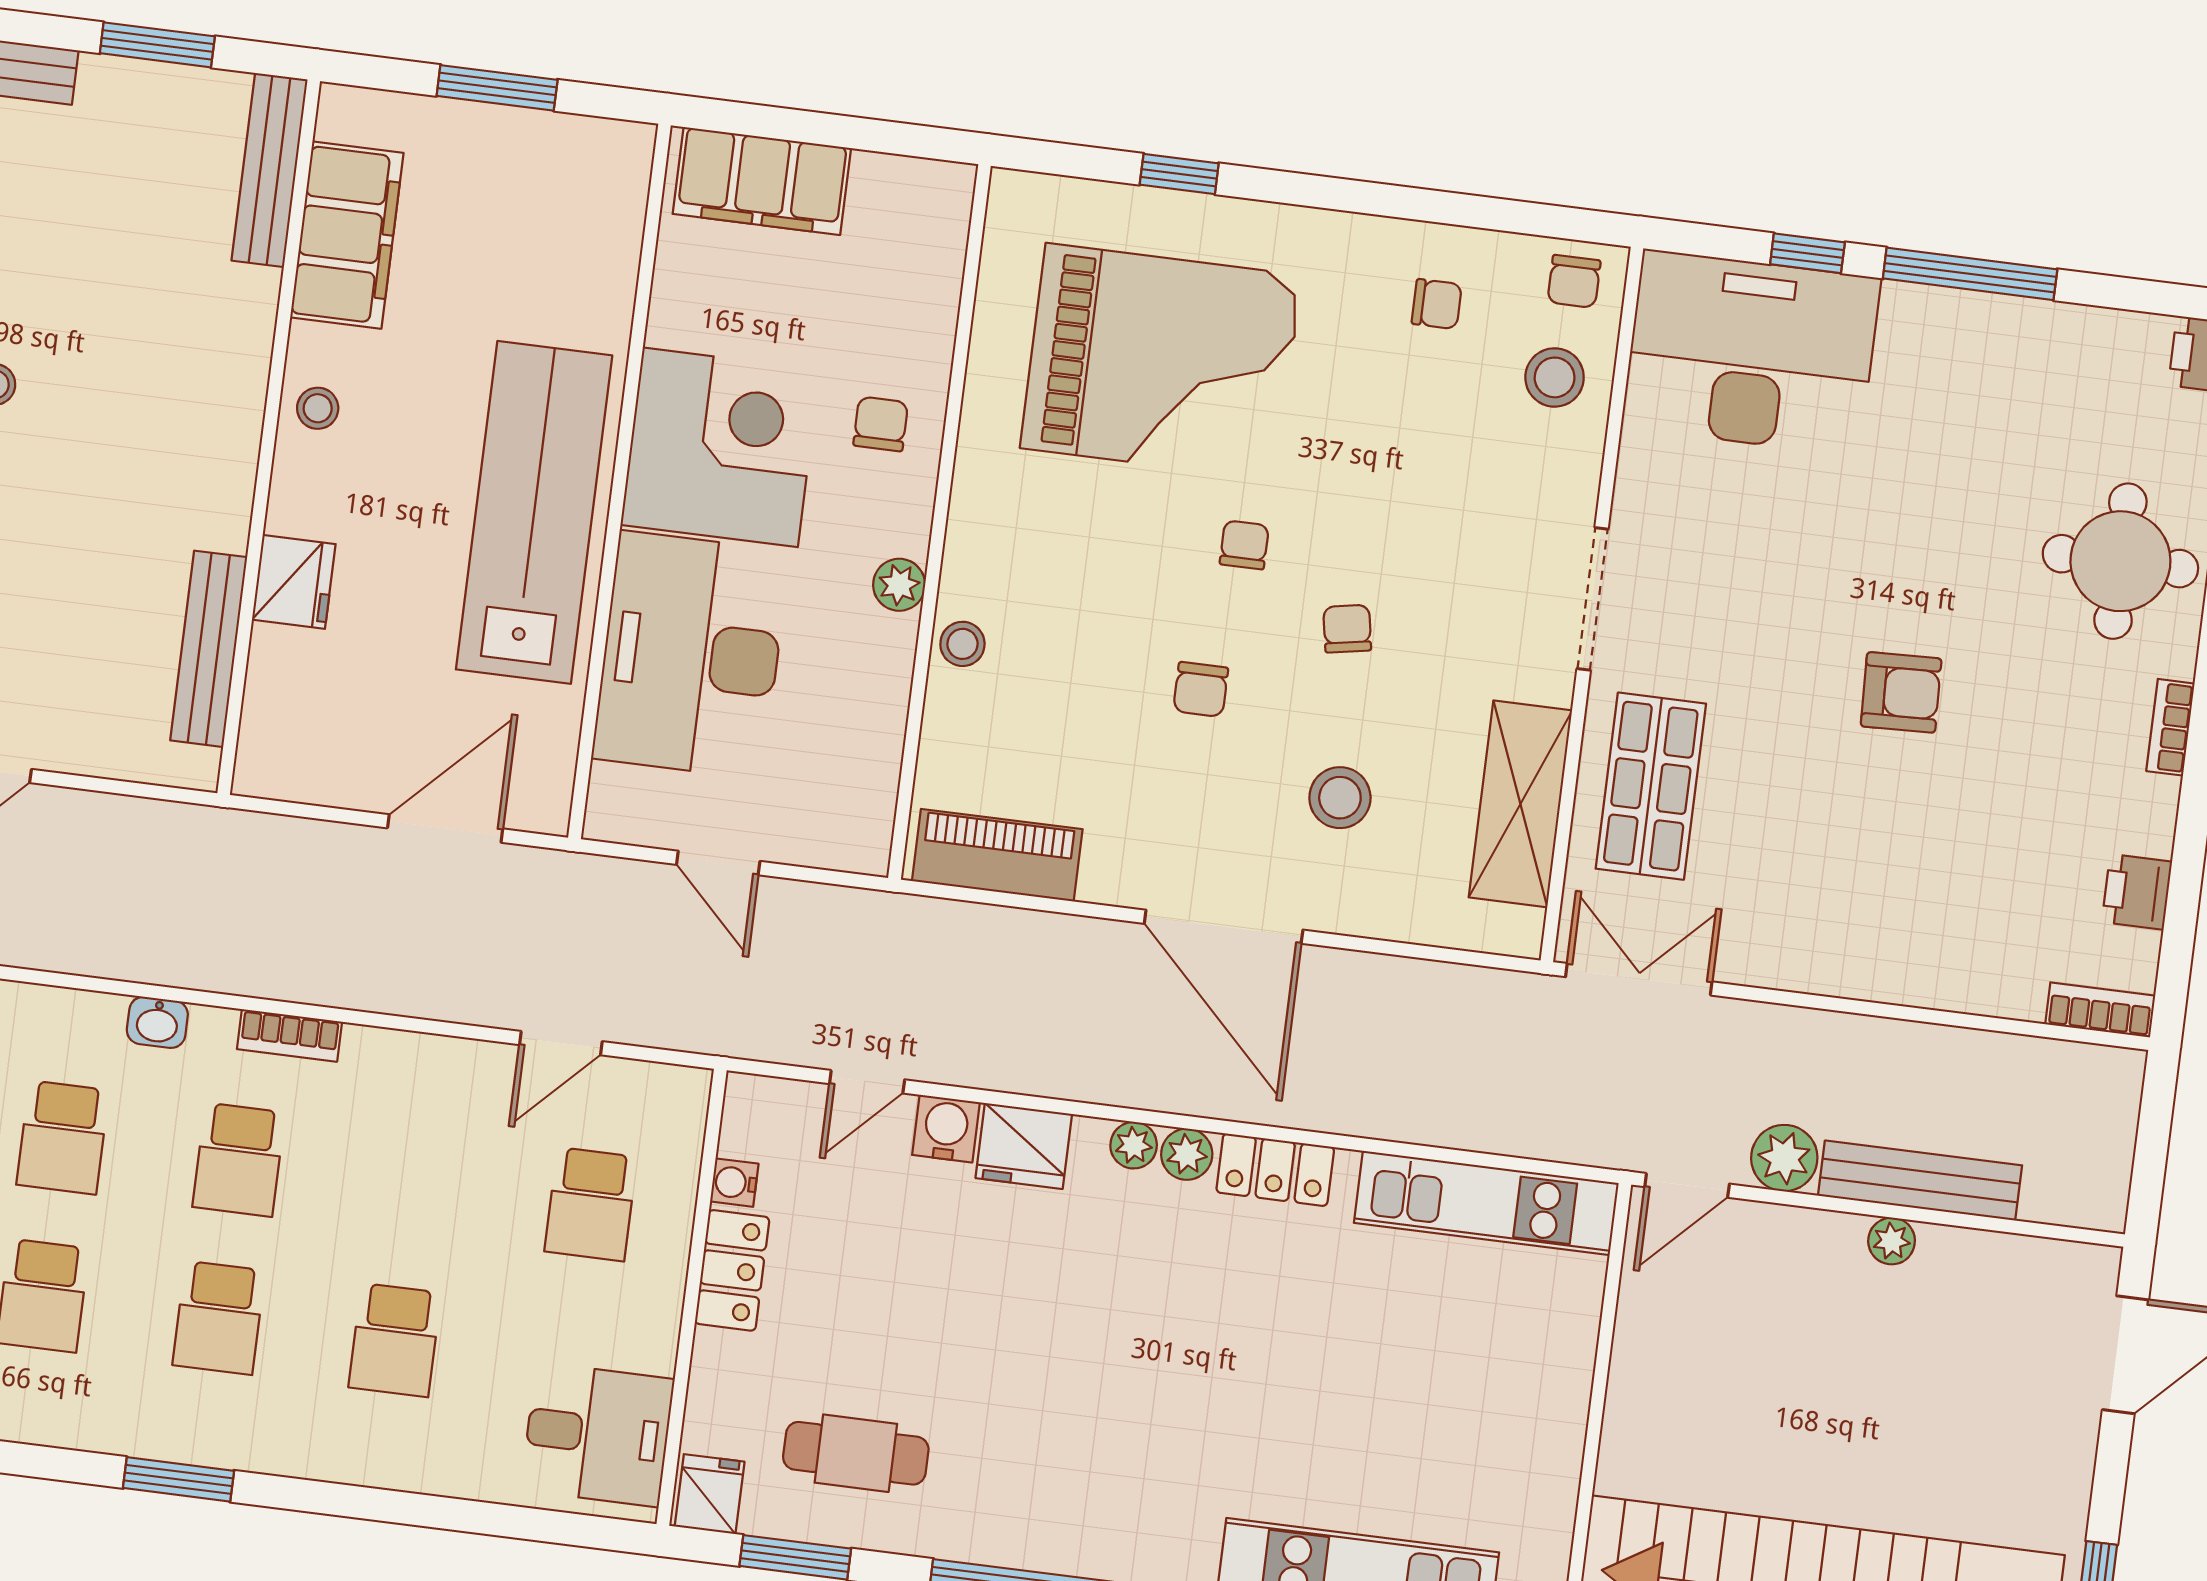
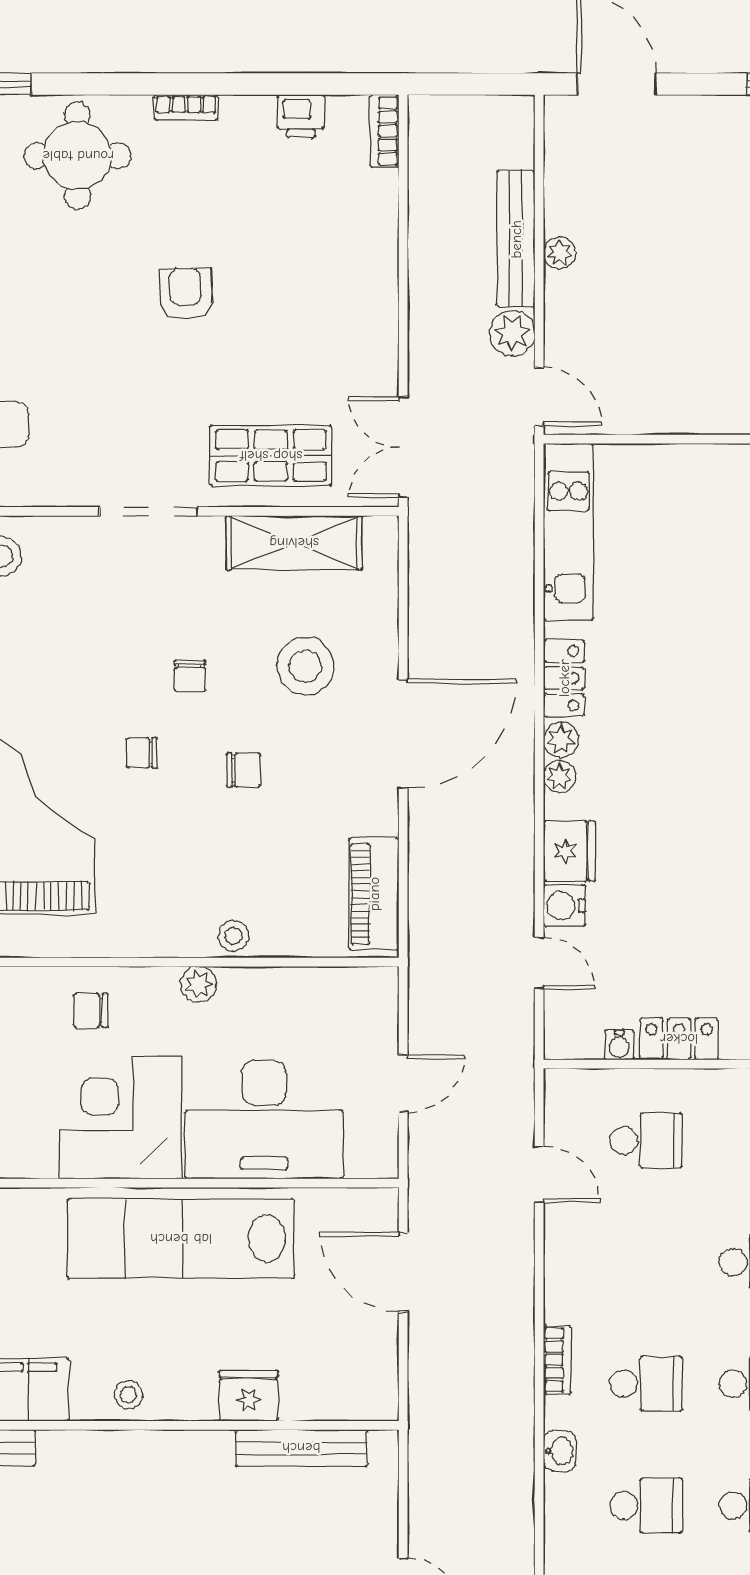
chair: (1347, 629) -> (190, 676), turned -80
stool: (1340, 798) -> (305, 666), width x1.38, depth x1.38

